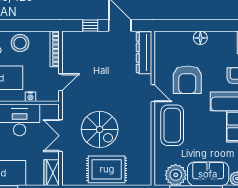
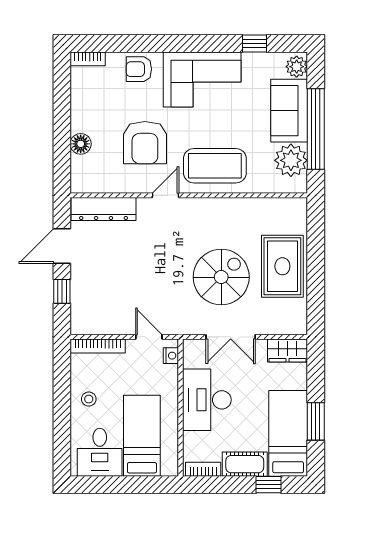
floor lamp: (200, 38) -> (81, 144), moved
stool: (20, 43) -> (89, 399), width x0.53, depth x0.53
armchair: (187, 80) -> (145, 143), turned 90
nightstand: (30, 97) -> (171, 356), moved

